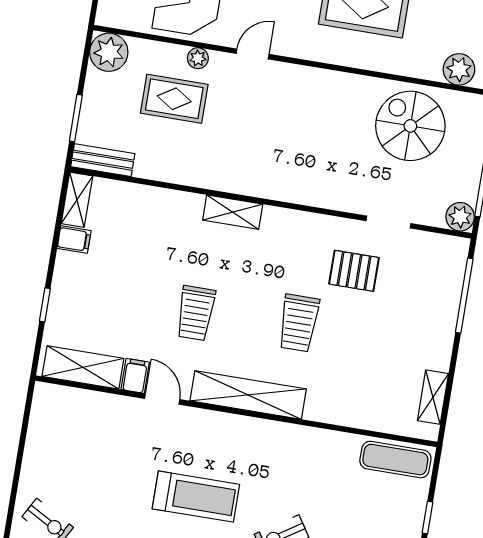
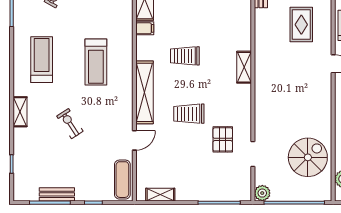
plant: (198, 58) -> (326, 34), removed
door: (162, 399) -> (134, 140), moved
treadmill: (196, 497) -> (96, 62), moved

